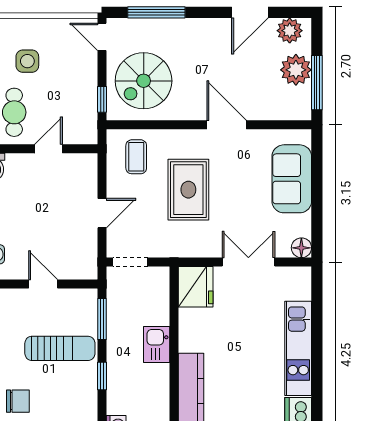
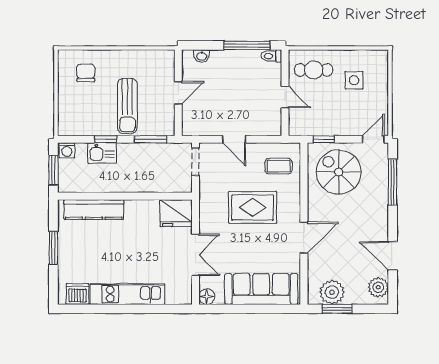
plant: (296, 70) -> (332, 292), moved
window: (317, 83) -> (337, 309), width x0.69
sofa: (292, 179) -> (261, 289), width x1.36
kitchen sink: (157, 344) -> (102, 153), moved, turned 180
chair: (18, 401) -> (86, 73), turned 180

